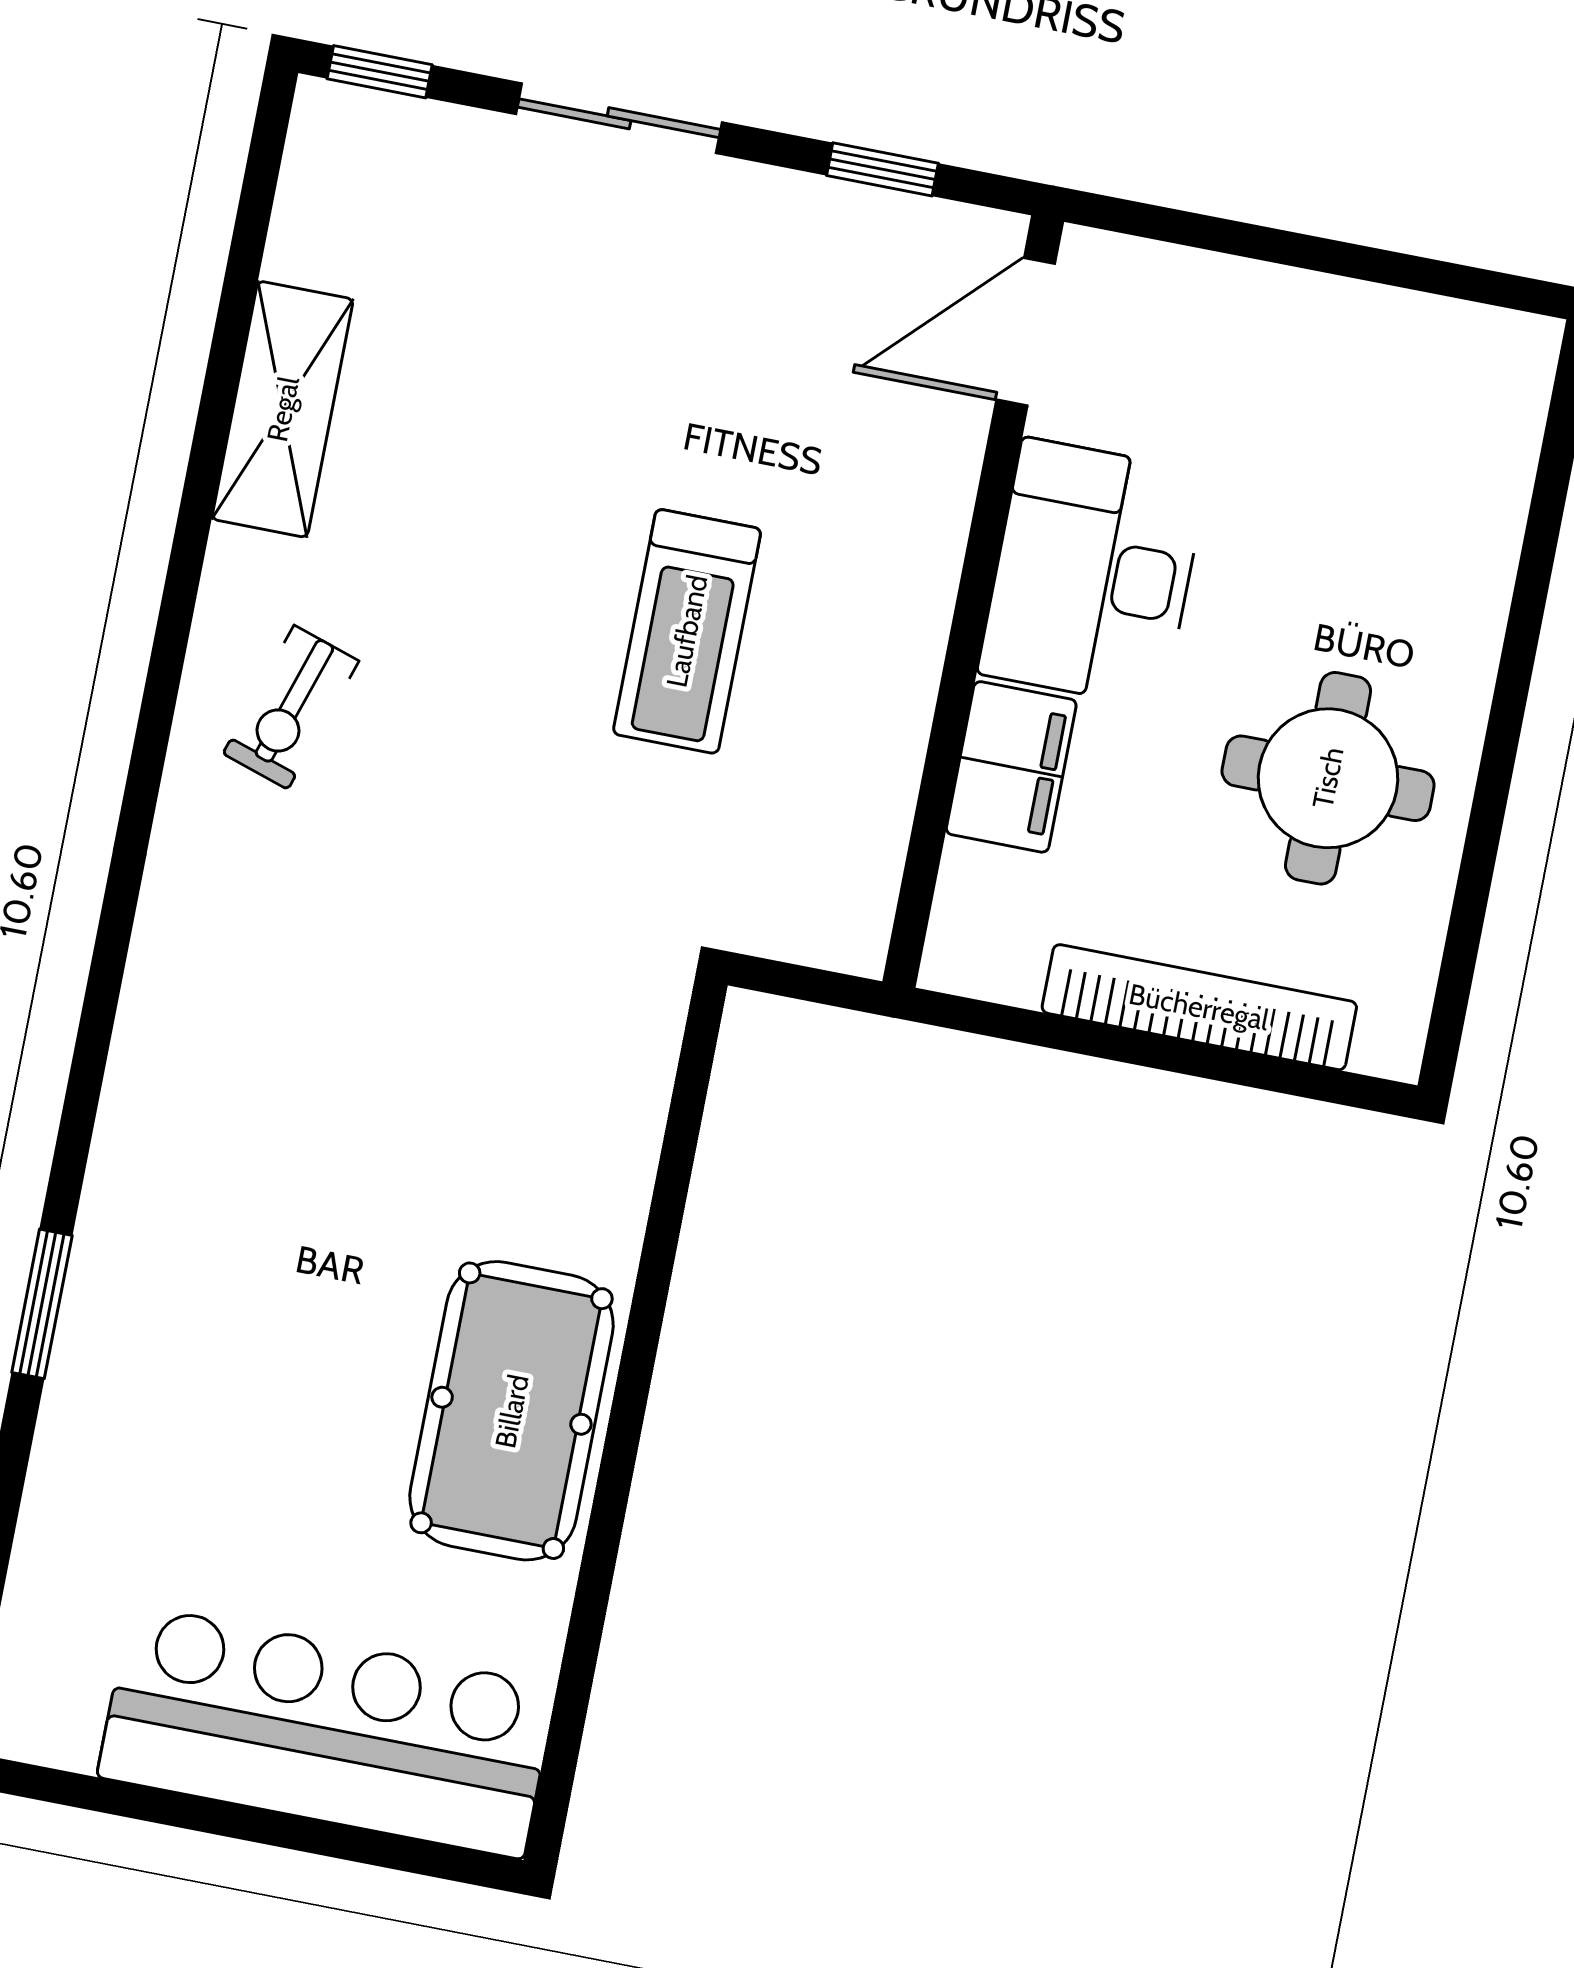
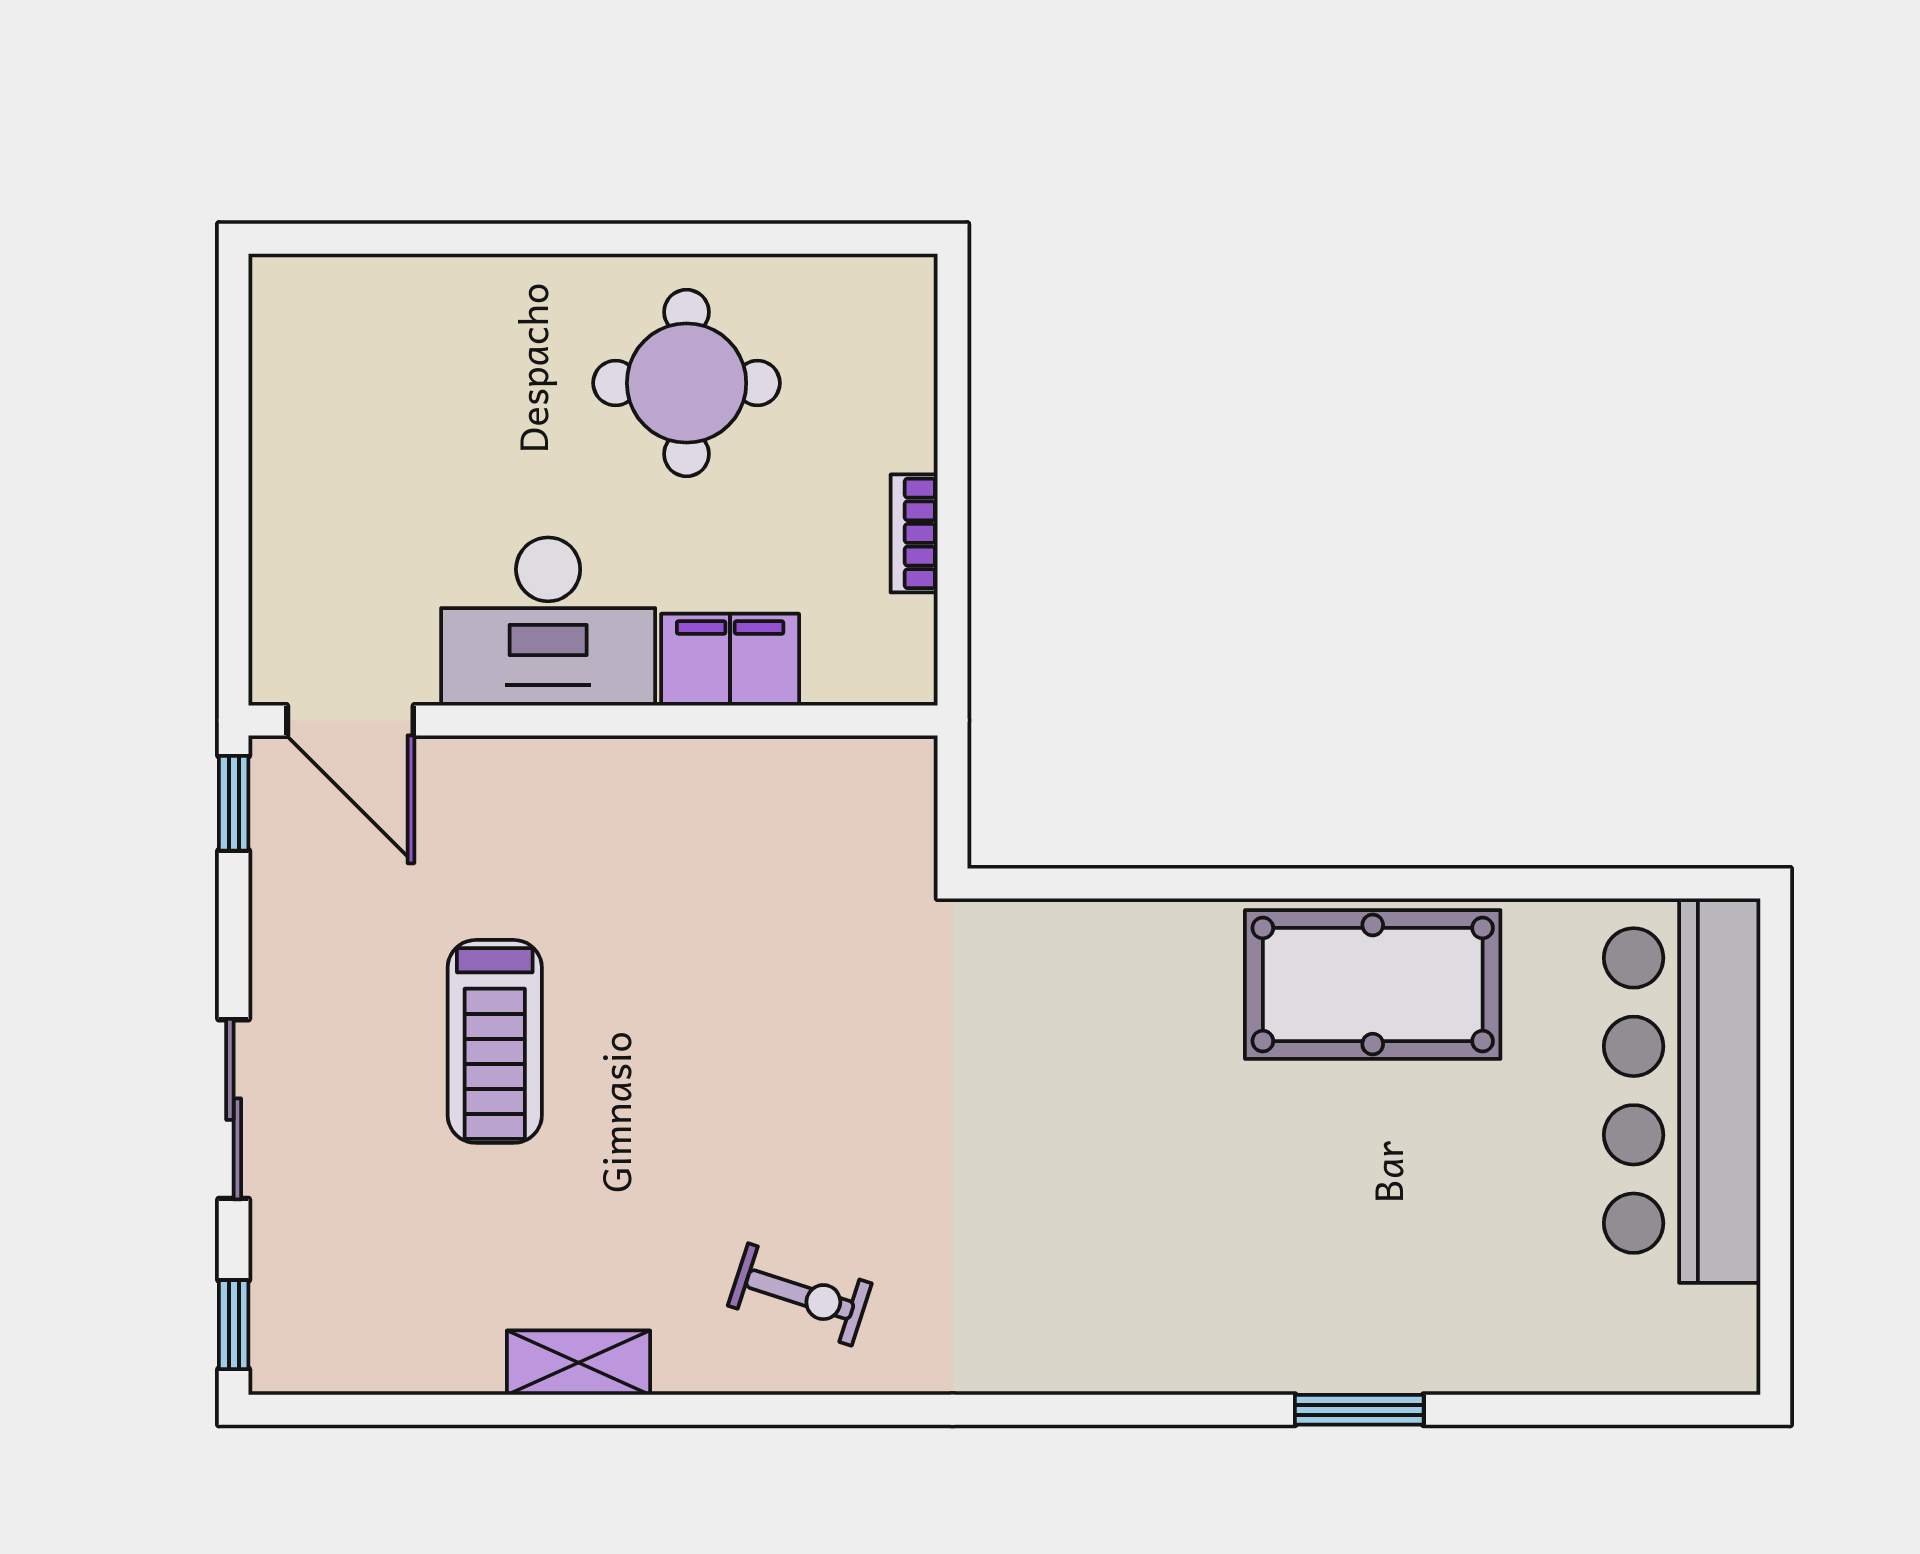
window: (882, 169) -> (234, 803), moved
shelving: (283, 409) -> (579, 1363), width x0.67, depth x0.75
treadmill: (687, 631) -> (495, 1041), moved, turned 90
bookcase: (1199, 1007) -> (914, 533), width x0.43, depth x0.76

